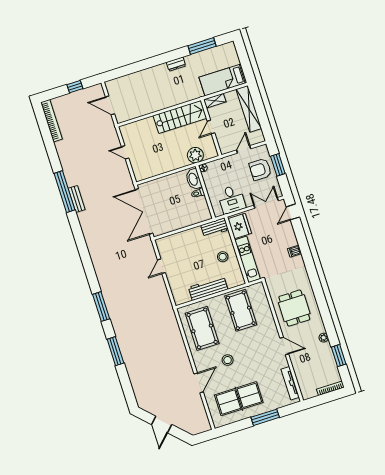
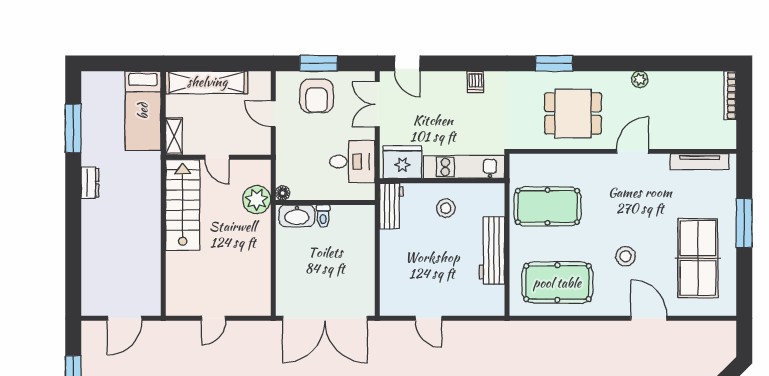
window: (339, 356) -> (554, 63), moved

